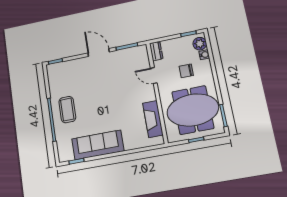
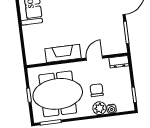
plant: (200, 44) -> (99, 108), moved
meeting table: (193, 110) -> (58, 94), turned 90
fireplace: (153, 119) -> (63, 53), moved

